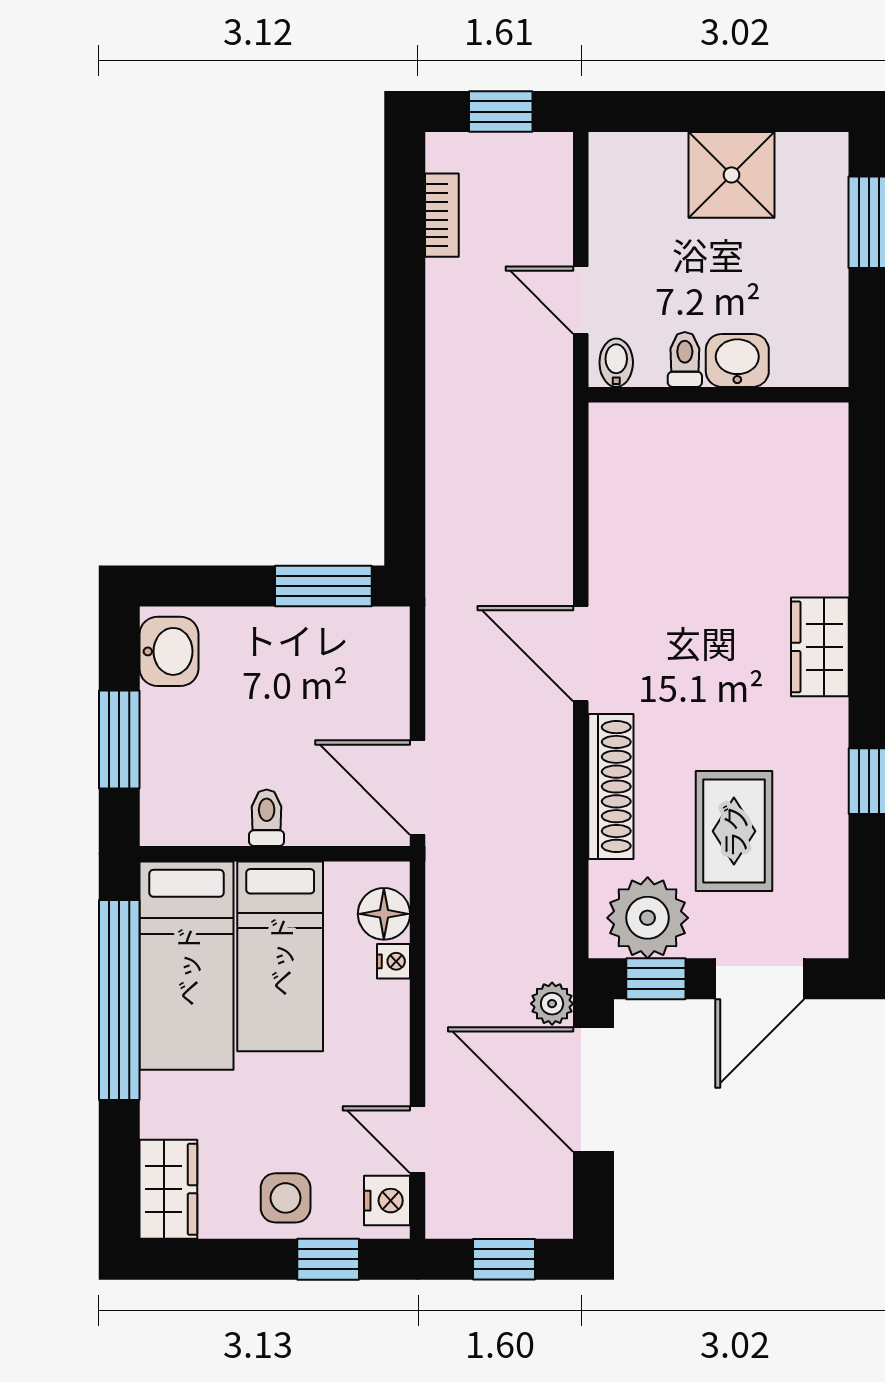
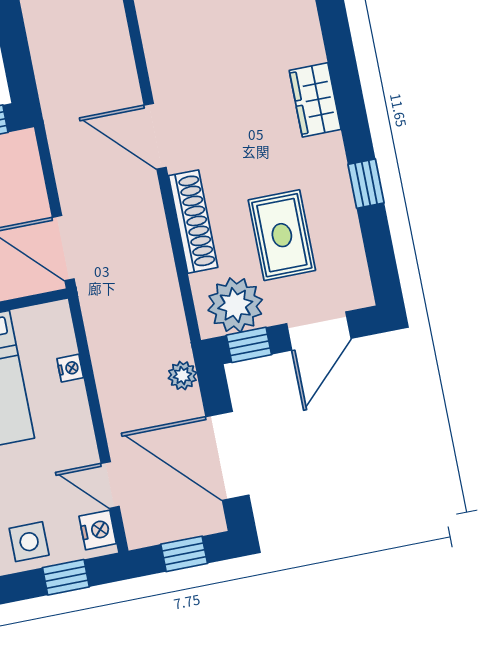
floor lamp: (384, 914) -> (57, 337), removed
door: (594, 1090) -> (227, 456), moved

